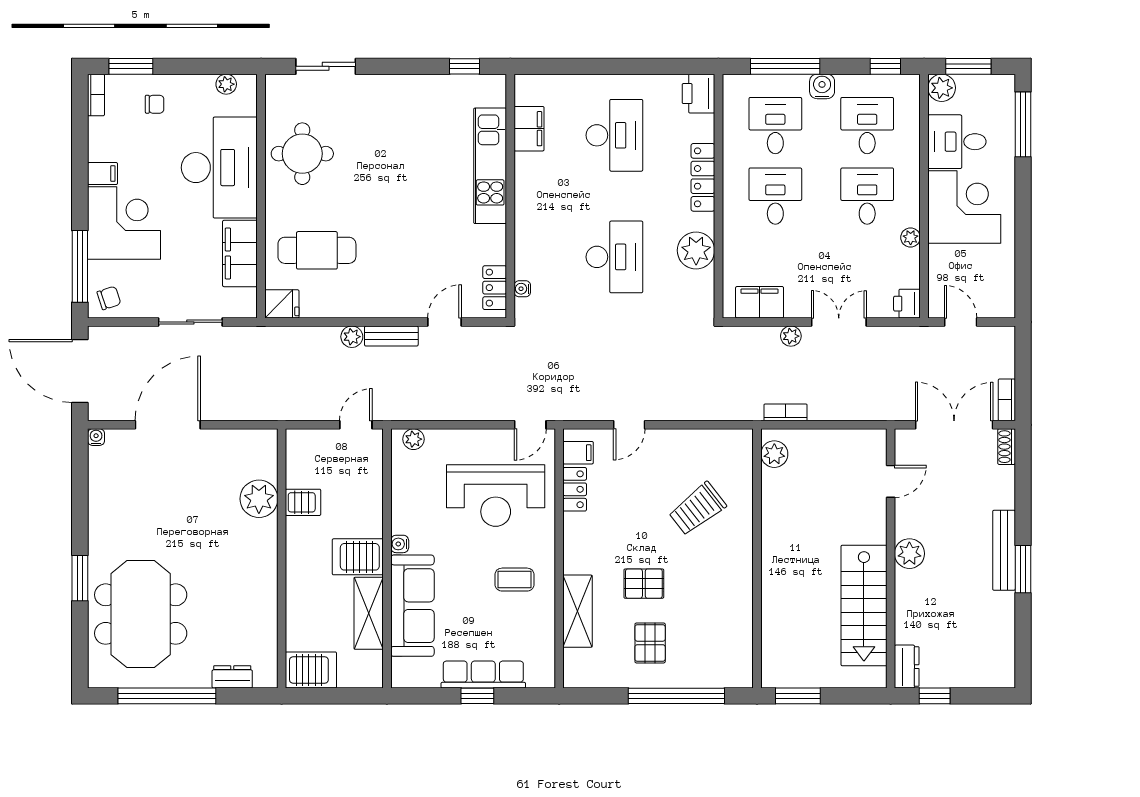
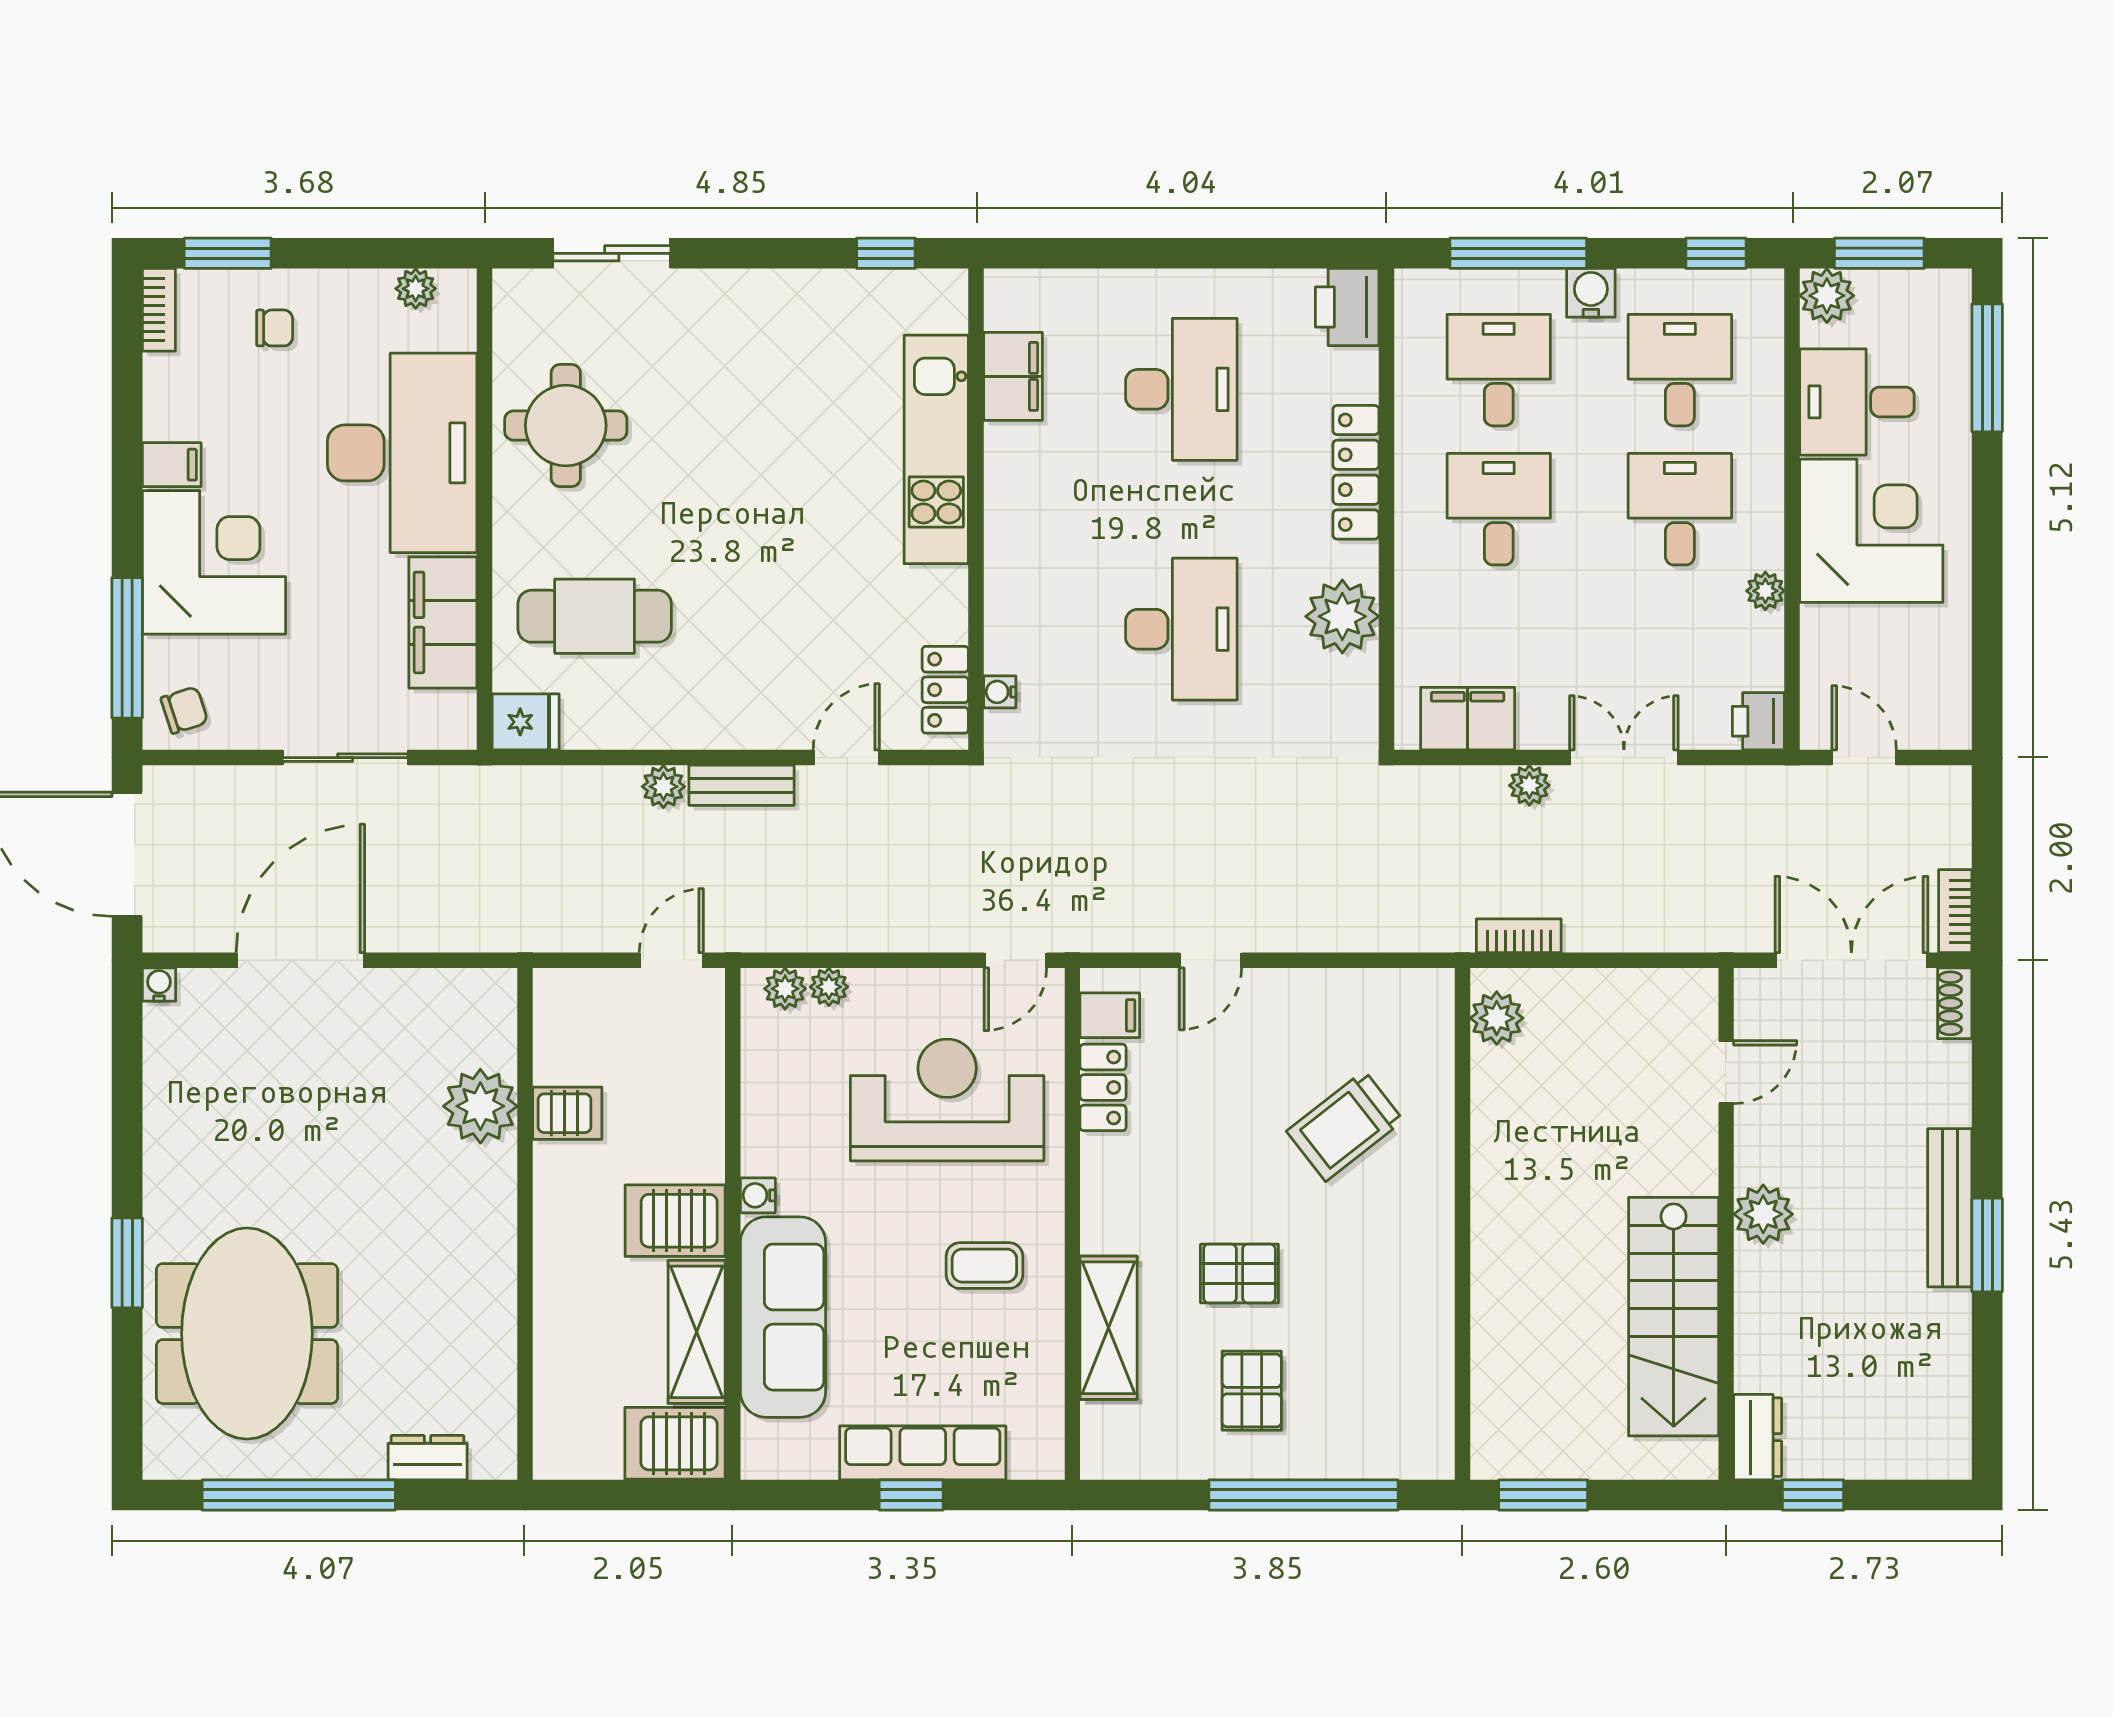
plant: (436, 438) -> (829, 987), added
reception desk: (496, 496) -> (947, 1100), turned 180
server rack: (311, 670) -> (675, 1443), moved, turned 180

